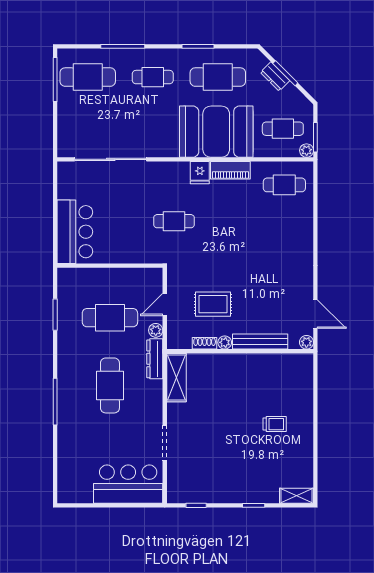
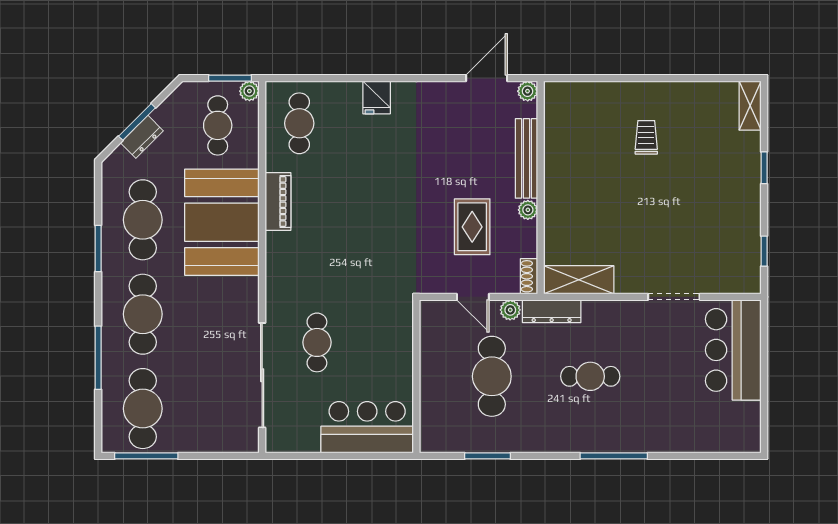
cafe table: (153, 77) -> (143, 314), width x1.37, depth x1.35
fridge: (200, 173) -> (377, 97), moved, turned 90
cafe table: (174, 221) -> (317, 342), moved
shoe rack: (205, 343) -> (529, 276), moved
cafe table: (110, 385) -> (590, 376), width x0.73, depth x0.74

